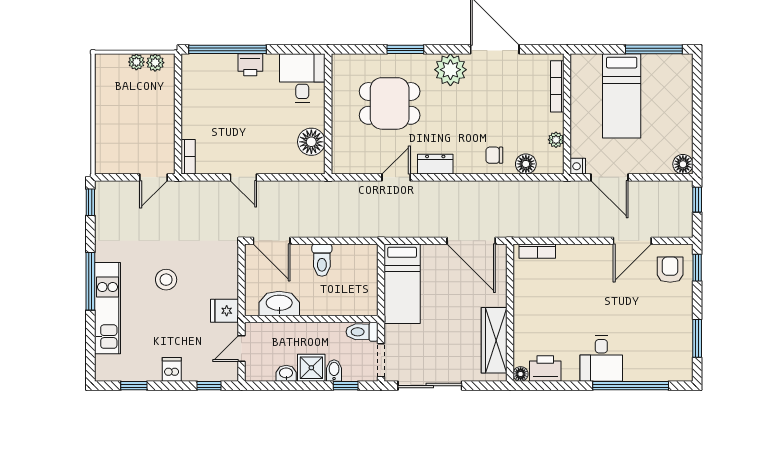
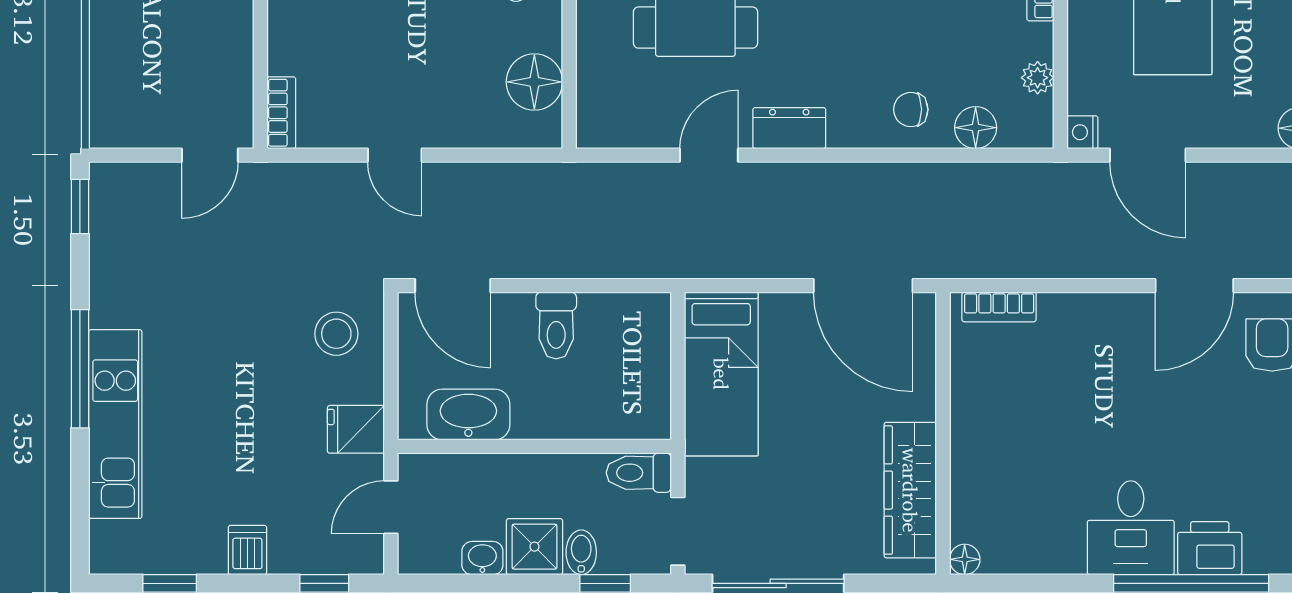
stool: (166, 280) -> (336, 334), moved
printer: (545, 368) -> (1210, 548), moved

